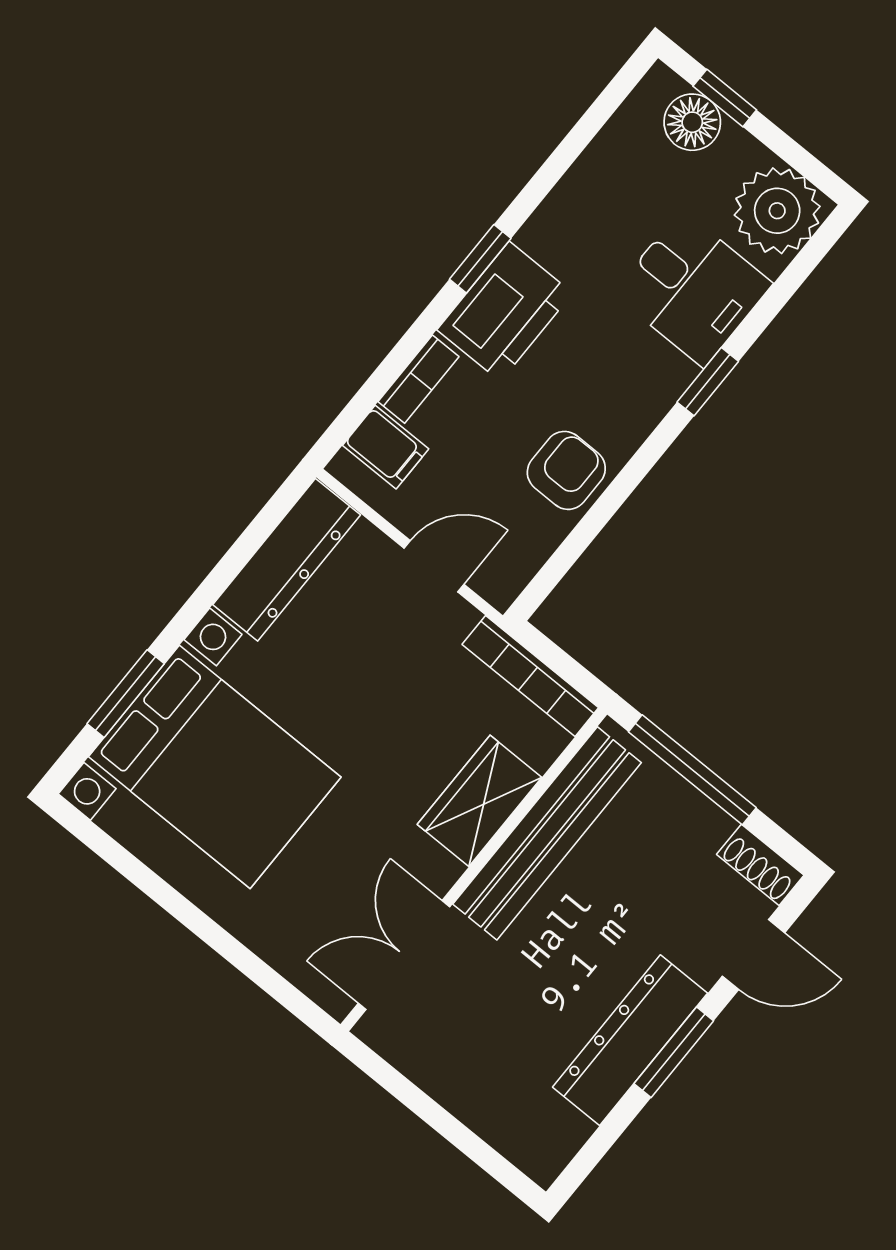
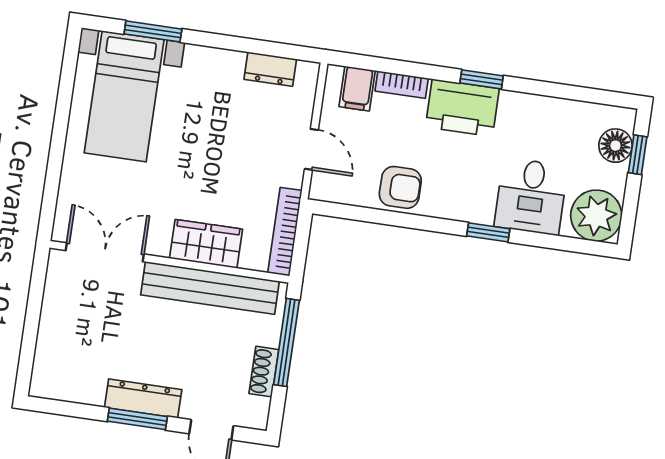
dresser: (287, 560) -> (270, 69), width x0.51, depth x0.80
bed with nightstands: (215, 767) -> (124, 96), width x0.73
shoe rack: (760, 865) -> (264, 372), moved
dresser: (630, 1040) -> (143, 399), width x0.73, depth x0.80

